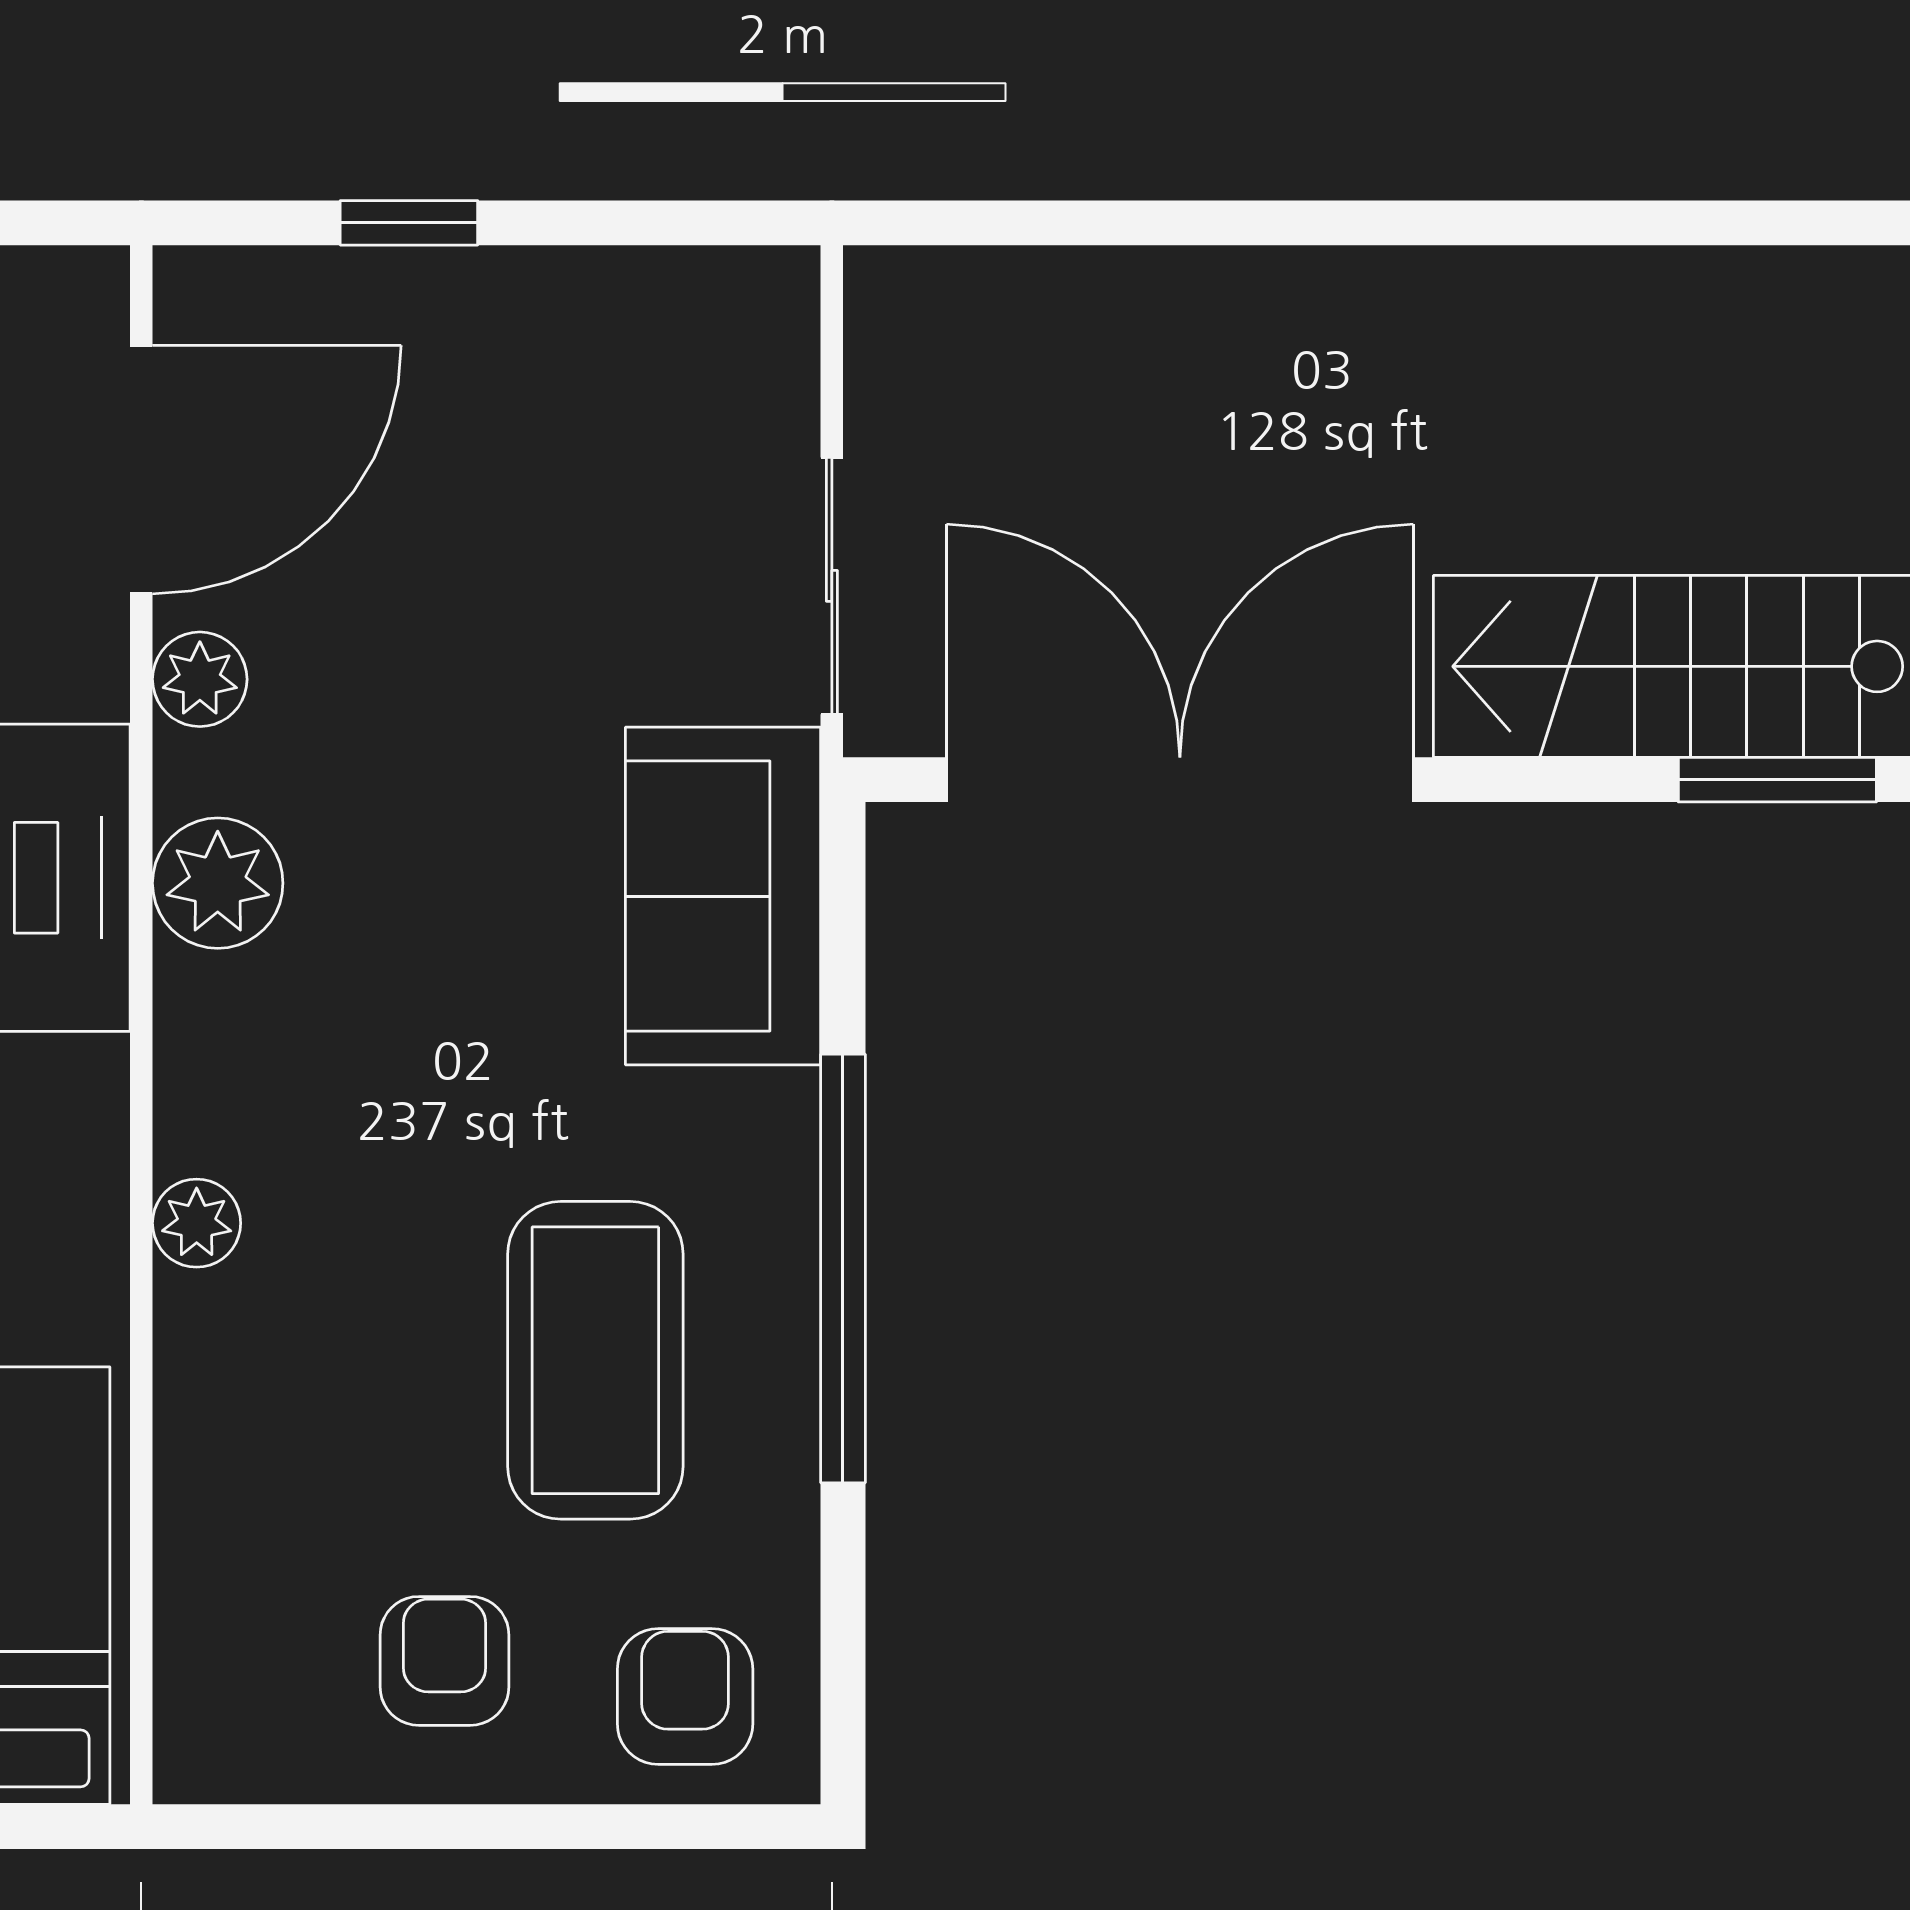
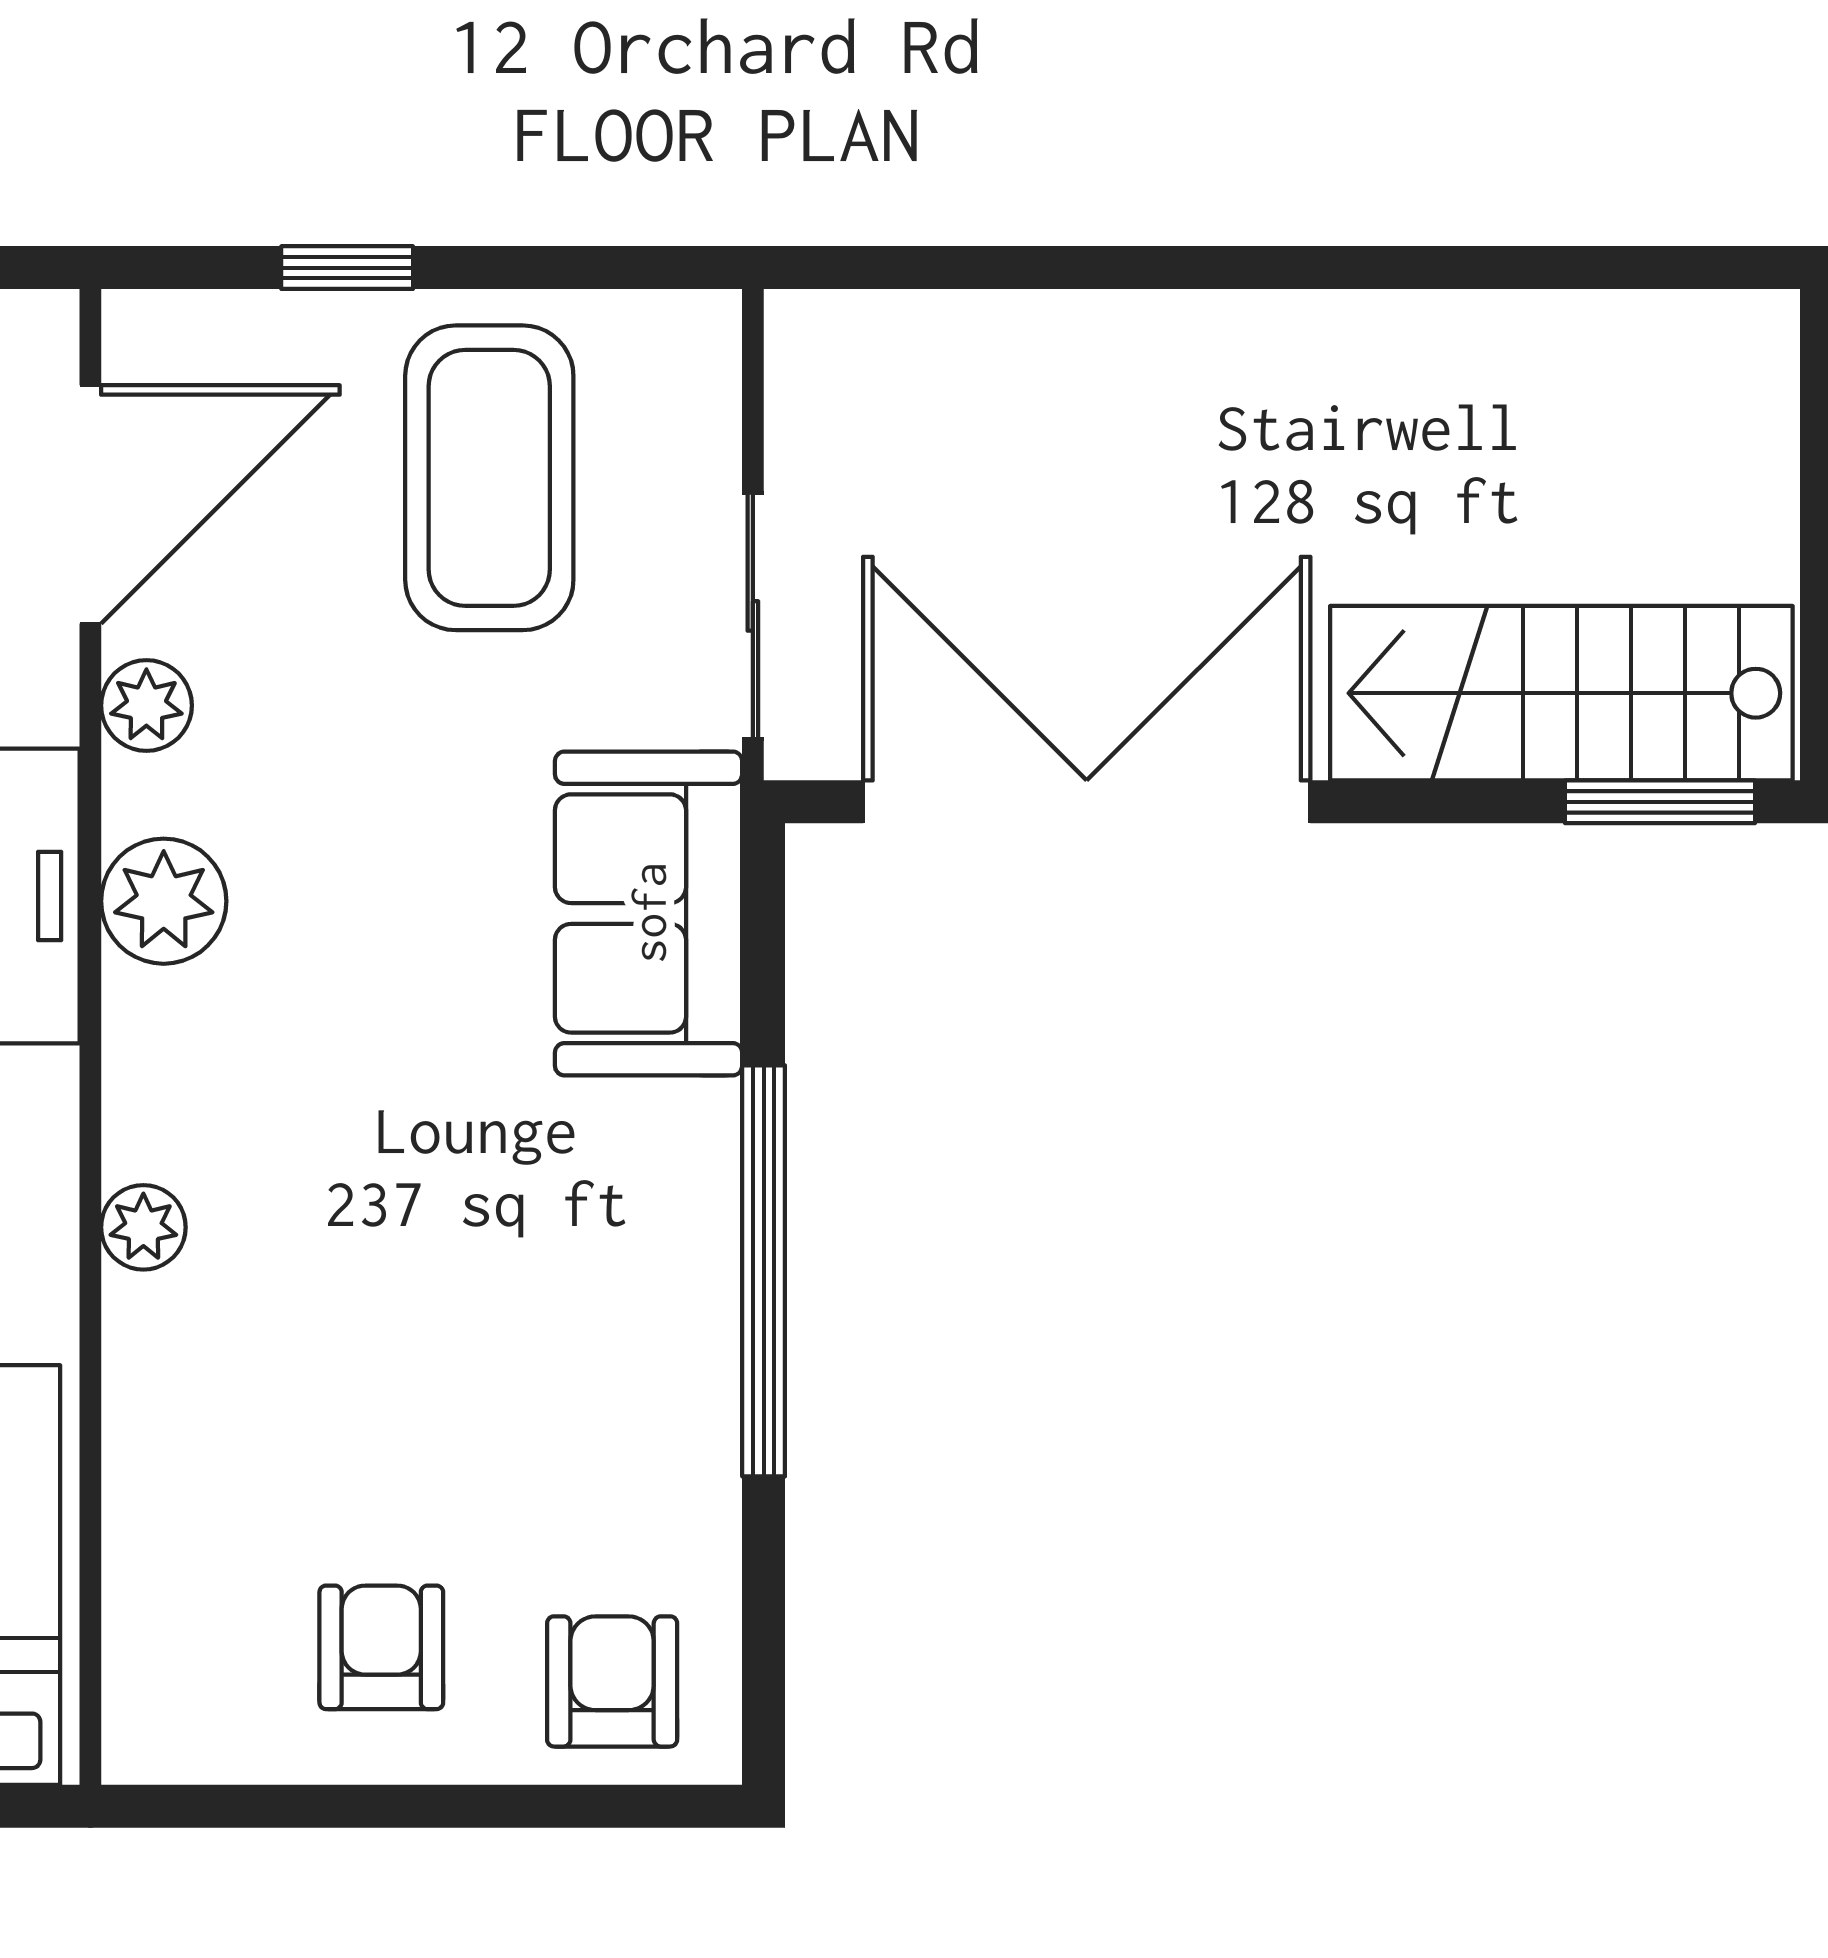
coffee table: (595, 1360) -> (489, 478), moved

